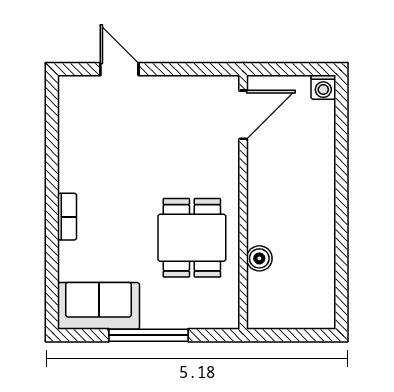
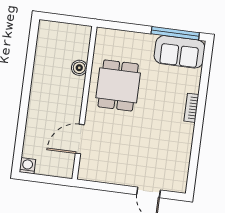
door: (243, 115) -> (80, 139), moved
window: (149, 335) -> (175, 33), moved

